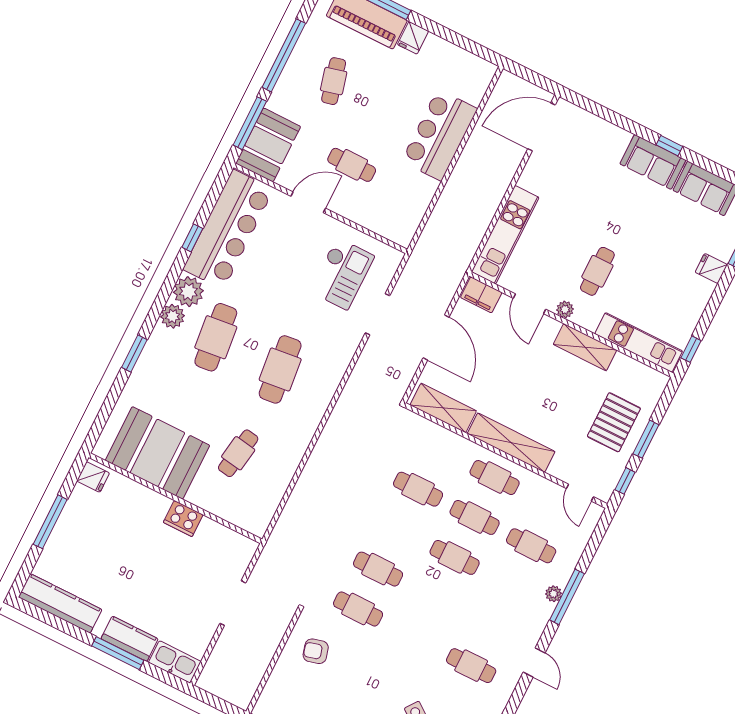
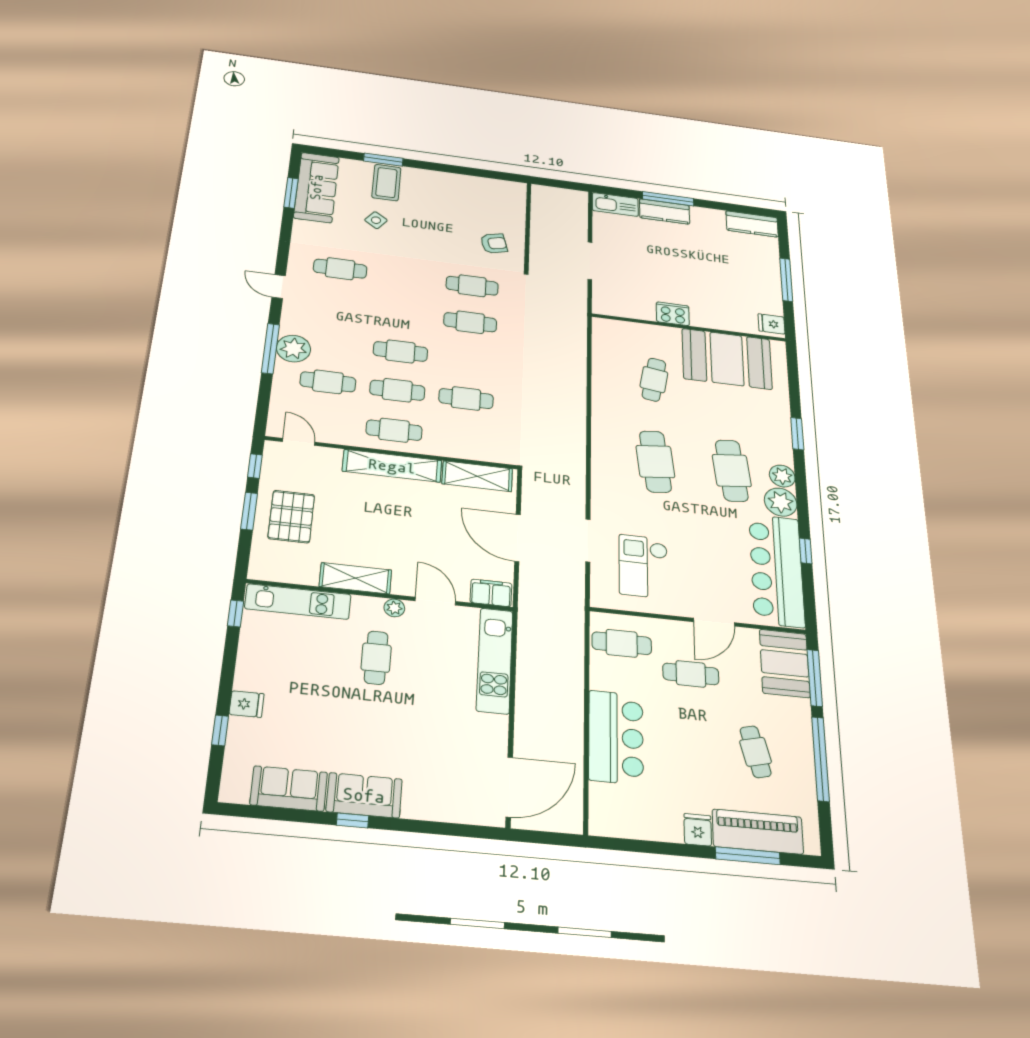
cafe table: (395, 212) -> (622, 643), added
plant: (554, 594) -> (293, 349), width x1.88, depth x1.88
kitchen counter: (60, 603) -> (752, 224), width x0.67

